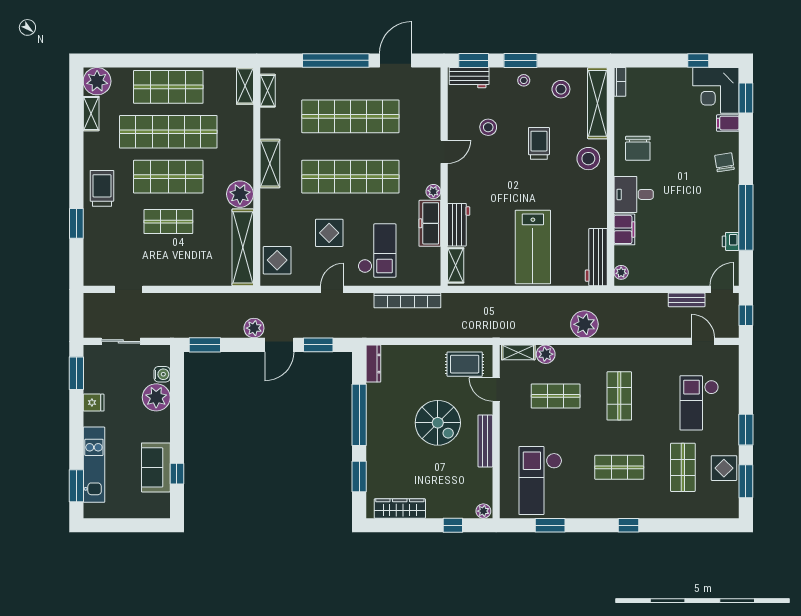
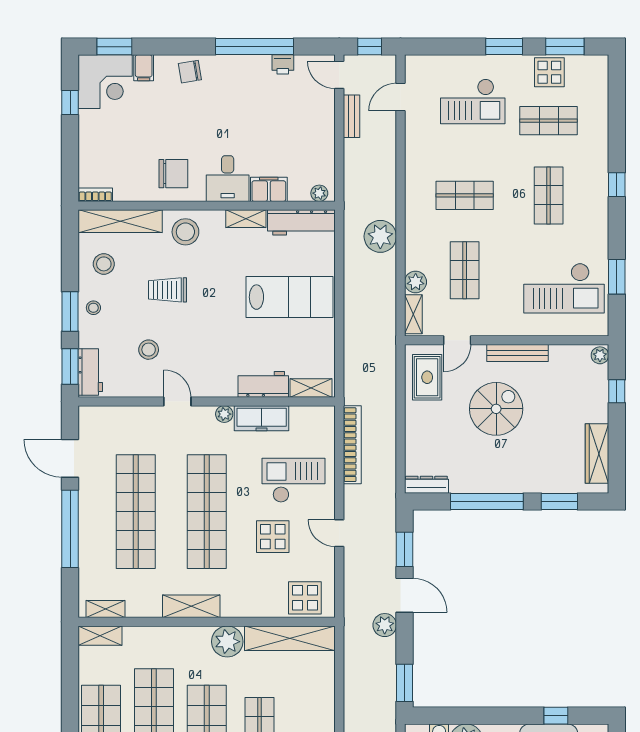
shelving: (599, 210) -> (246, 219), added

